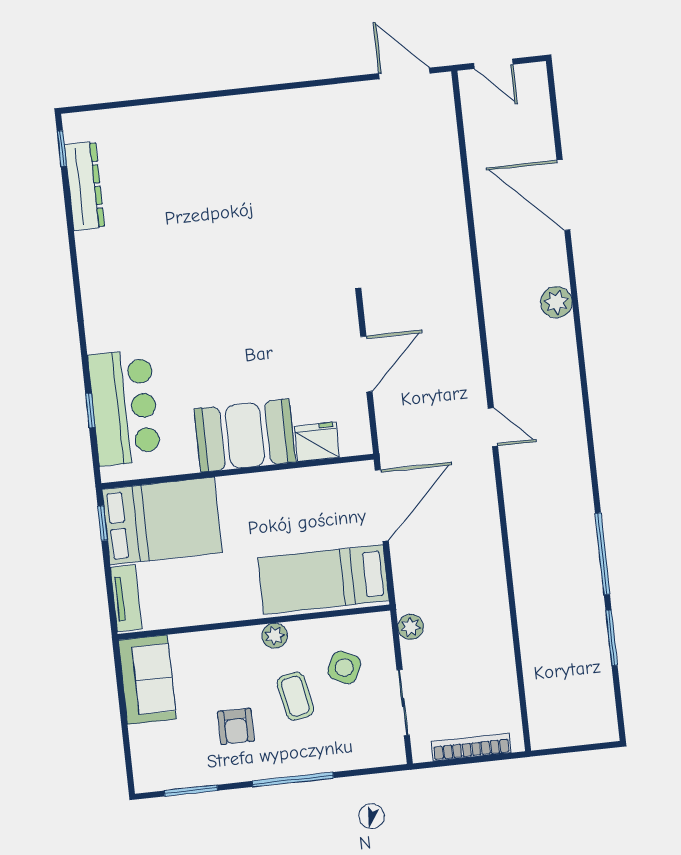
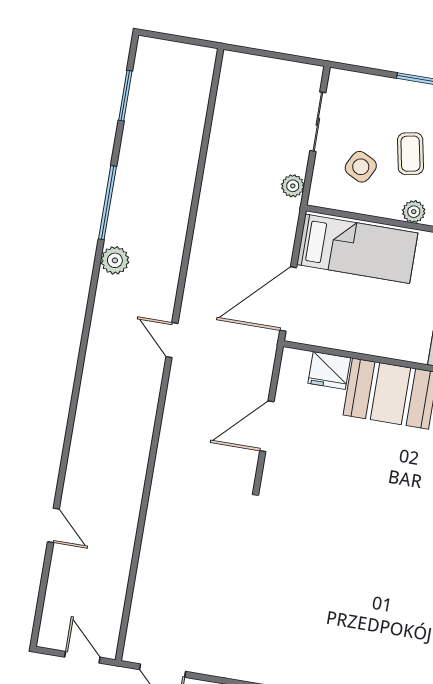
door: (563, 195) -> (53, 525), width x0.53
plant: (556, 302) -> (115, 260), moved
window: (612, 638) -> (125, 96), moved
bookcase: (471, 747) -> (269, 66), removed

